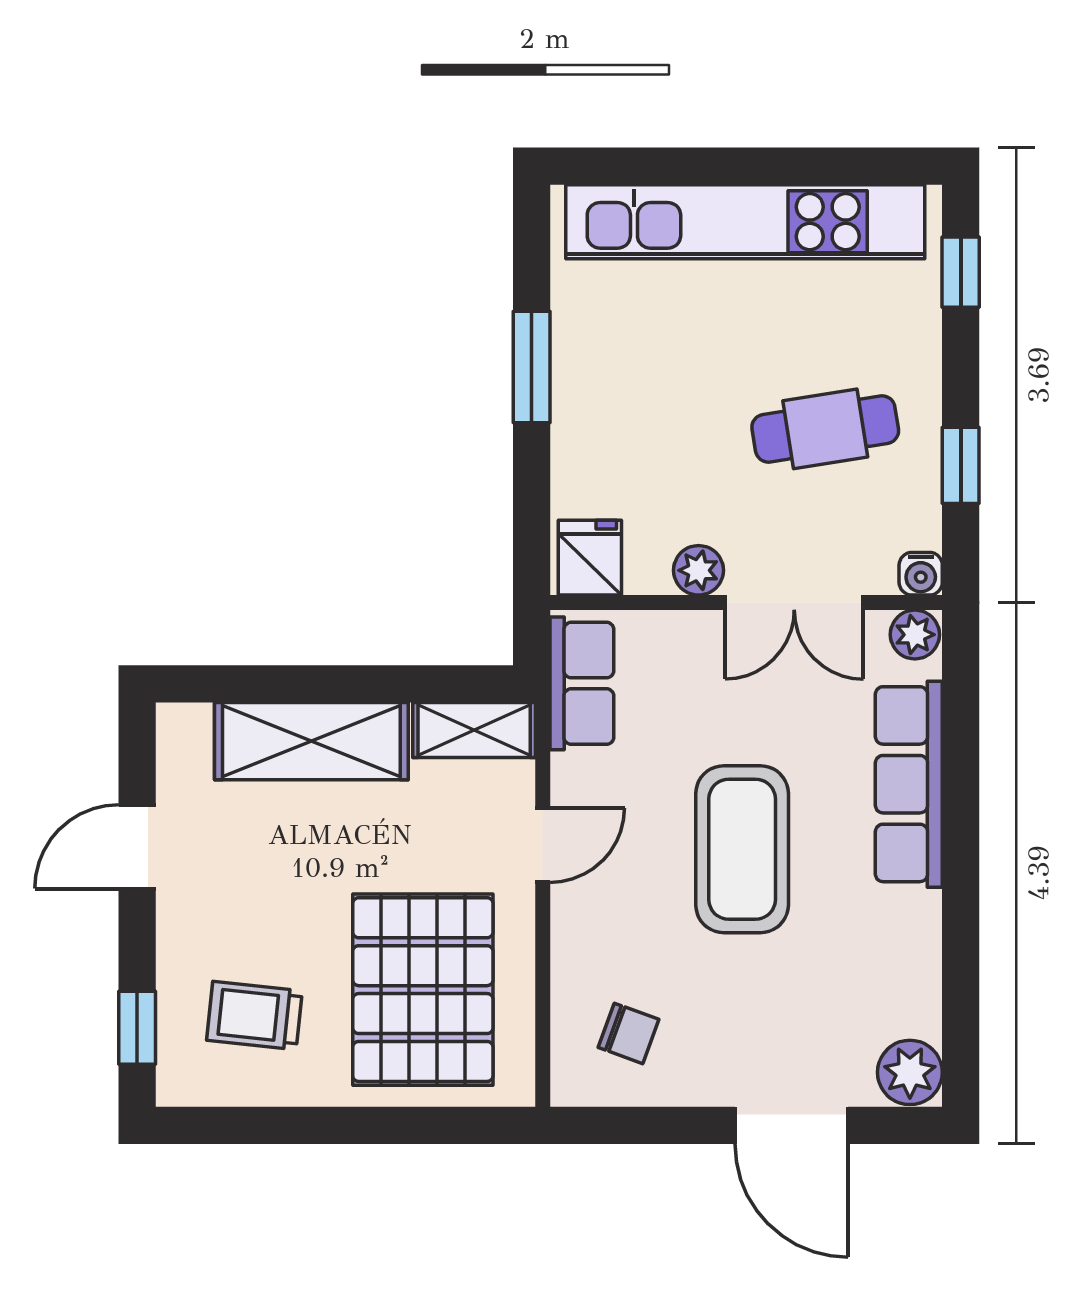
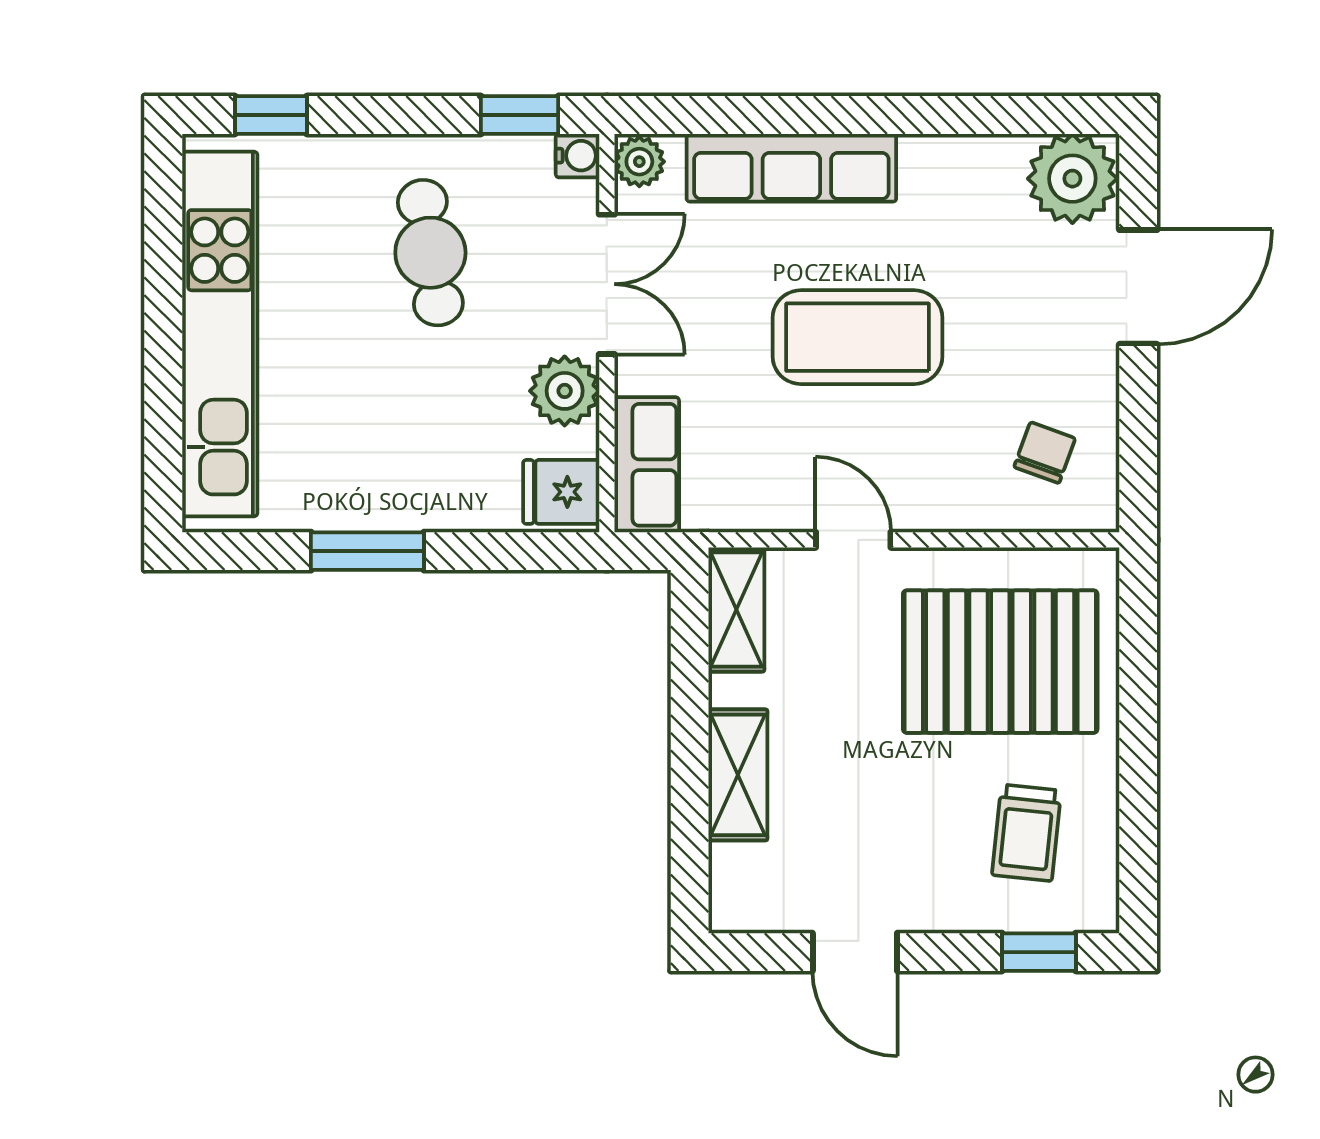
window: (961, 465) -> (520, 115), moved
plant: (699, 570) -> (565, 391), width x1.38, depth x1.38
row of seats: (582, 683) -> (647, 465), moved, turned 90
shelving: (311, 741) -> (738, 775), width x0.67, depth x0.75
plant: (910, 1072) -> (1072, 179), width x1.36, depth x1.36

